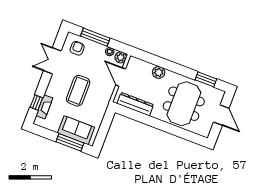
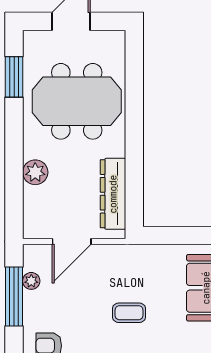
window: (95, 37) -> (14, 296), moved
plant: (121, 57) -> (34, 256), removed
coffee table: (78, 91) -> (129, 313), width x0.54, depth x0.58

